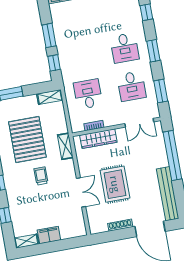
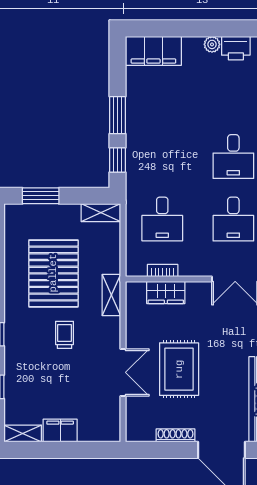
desk: (88, 94) -> (162, 219), turned 180
wardrobe: (98, 139) -> (166, 292), width x0.67

